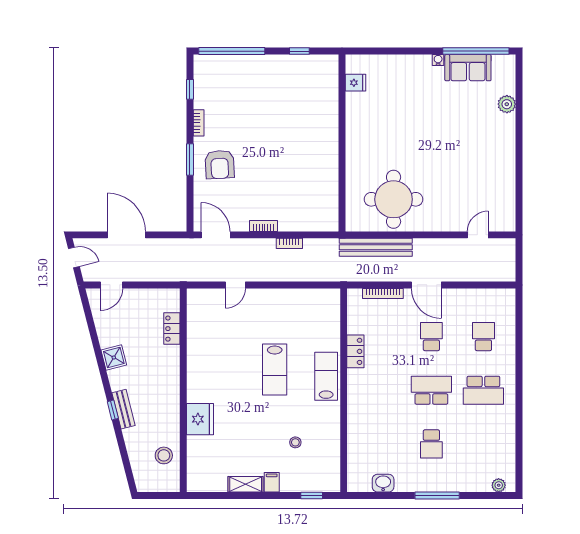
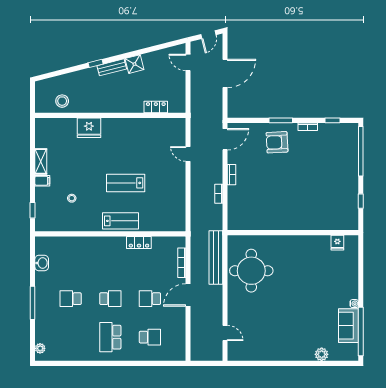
school desk: (431, 337) -> (150, 299), turned 180
school desk: (431, 390) -> (110, 299), width x0.54
bench: (123, 409) -> (112, 67), moved

